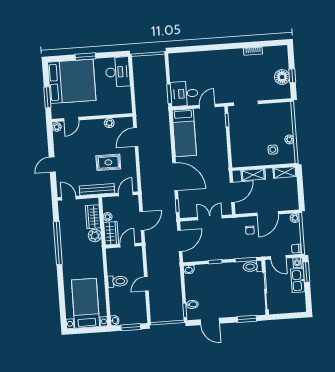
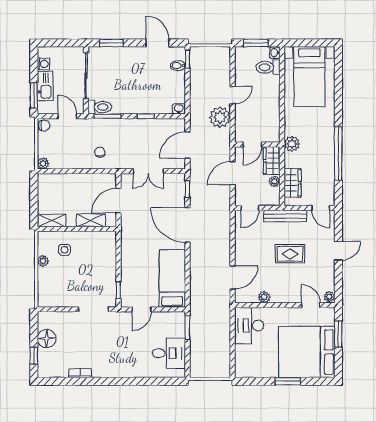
desk: (118, 72) -> (249, 326), moved
window: (292, 76) -> (34, 356), moved
desk: (184, 94) -> (169, 353), moved
door: (71, 119) -> (311, 305), hinge flipped
rug: (108, 162) -> (290, 254), moved
door: (268, 214) -> (77, 171), removed
plant: (95, 236) -> (292, 144), moved
washing machine: (298, 263) -> (43, 64), moved
plant: (155, 265) -> (220, 117), added
toilet: (118, 281) -> (268, 67), moved

